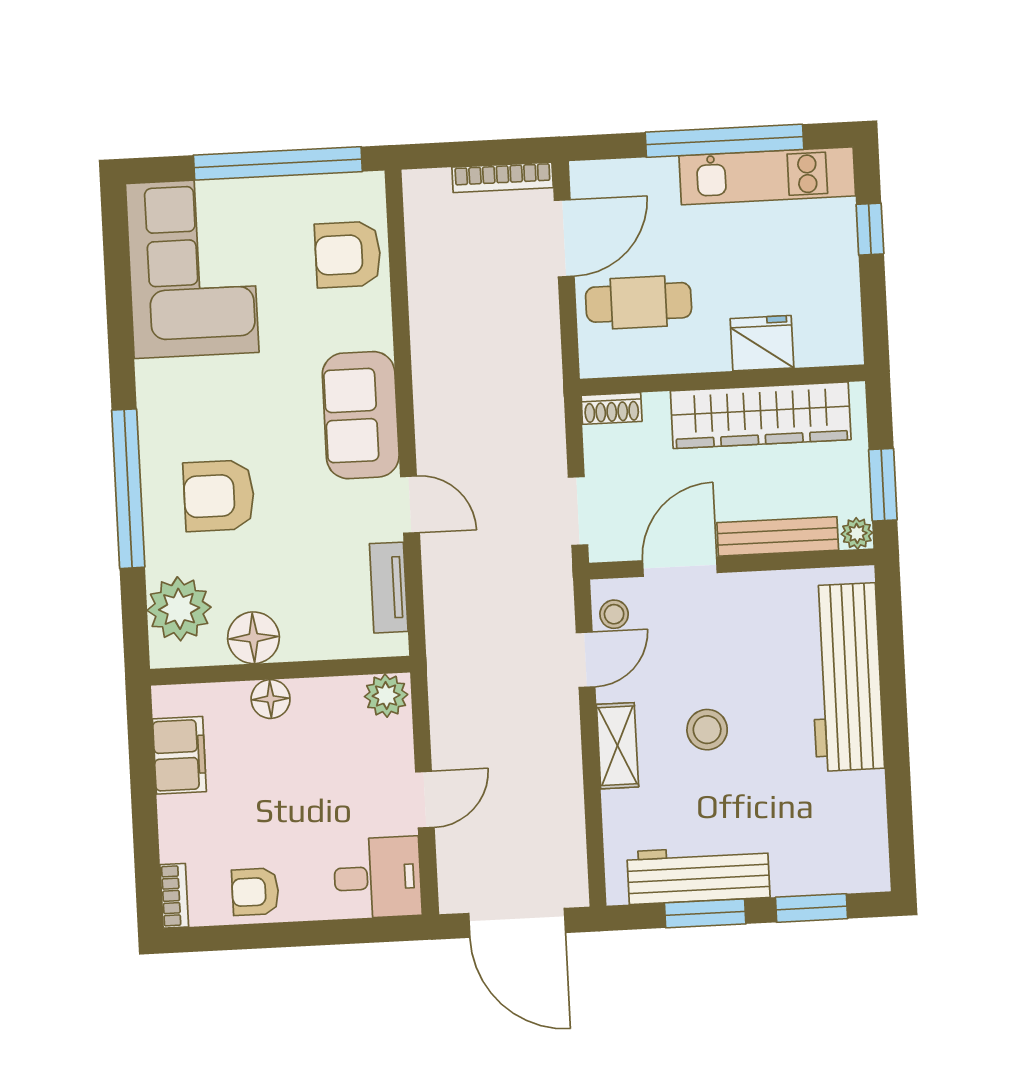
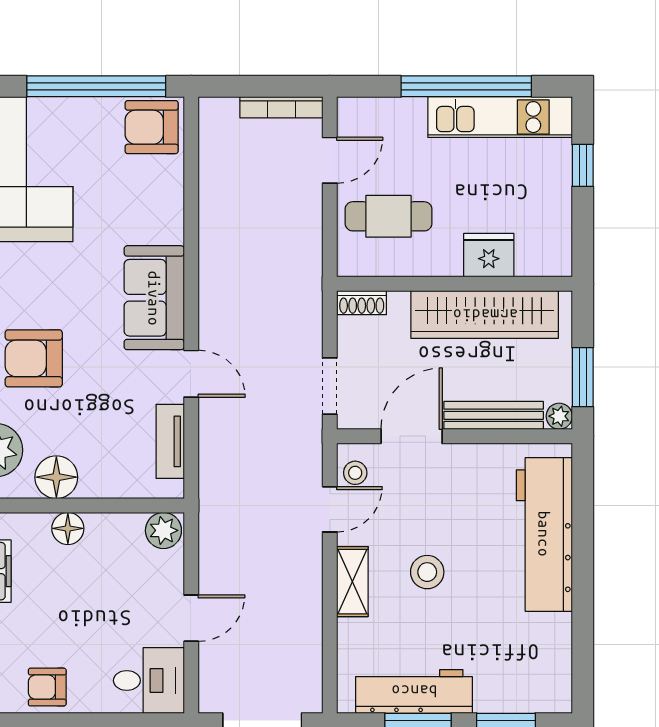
door: (564, 238) -> (330, 160), width x0.73
armchair: (348, 255) -> (152, 127), moved

